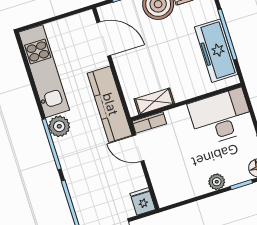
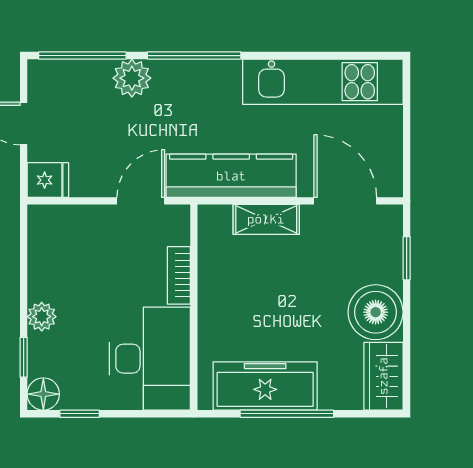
door: (104, 39) -> (345, 201), swing flipped
shelving: (154, 101) -> (266, 219), moved, turned 90
bookcase: (149, 123) -> (179, 275), moved
plant: (59, 126) -> (132, 78), moved

